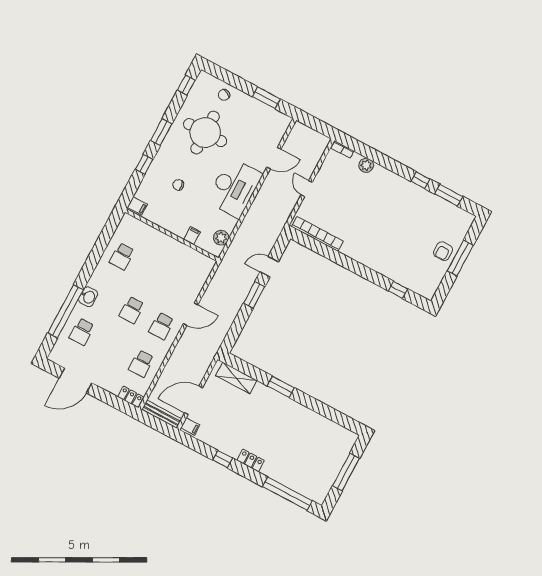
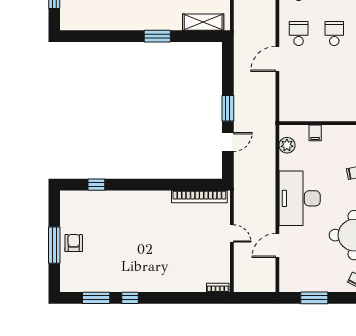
plant: (366, 165) -> (188, 285), removed

